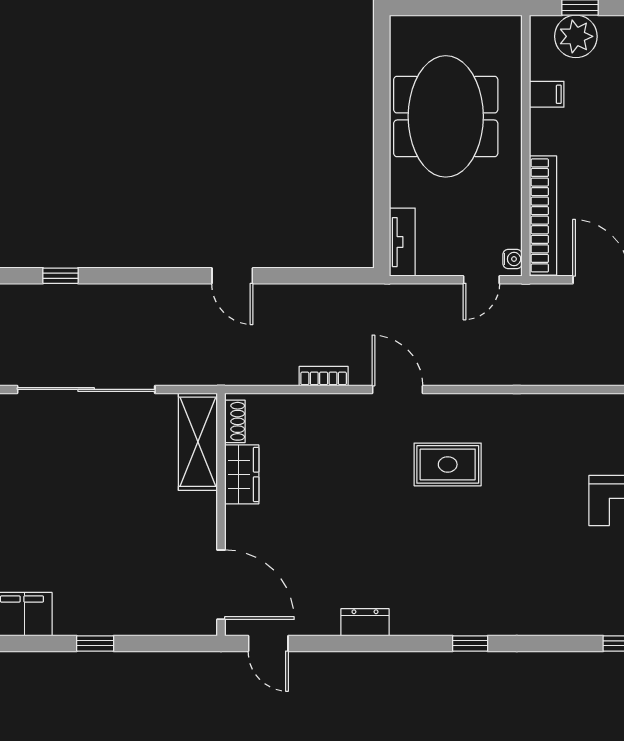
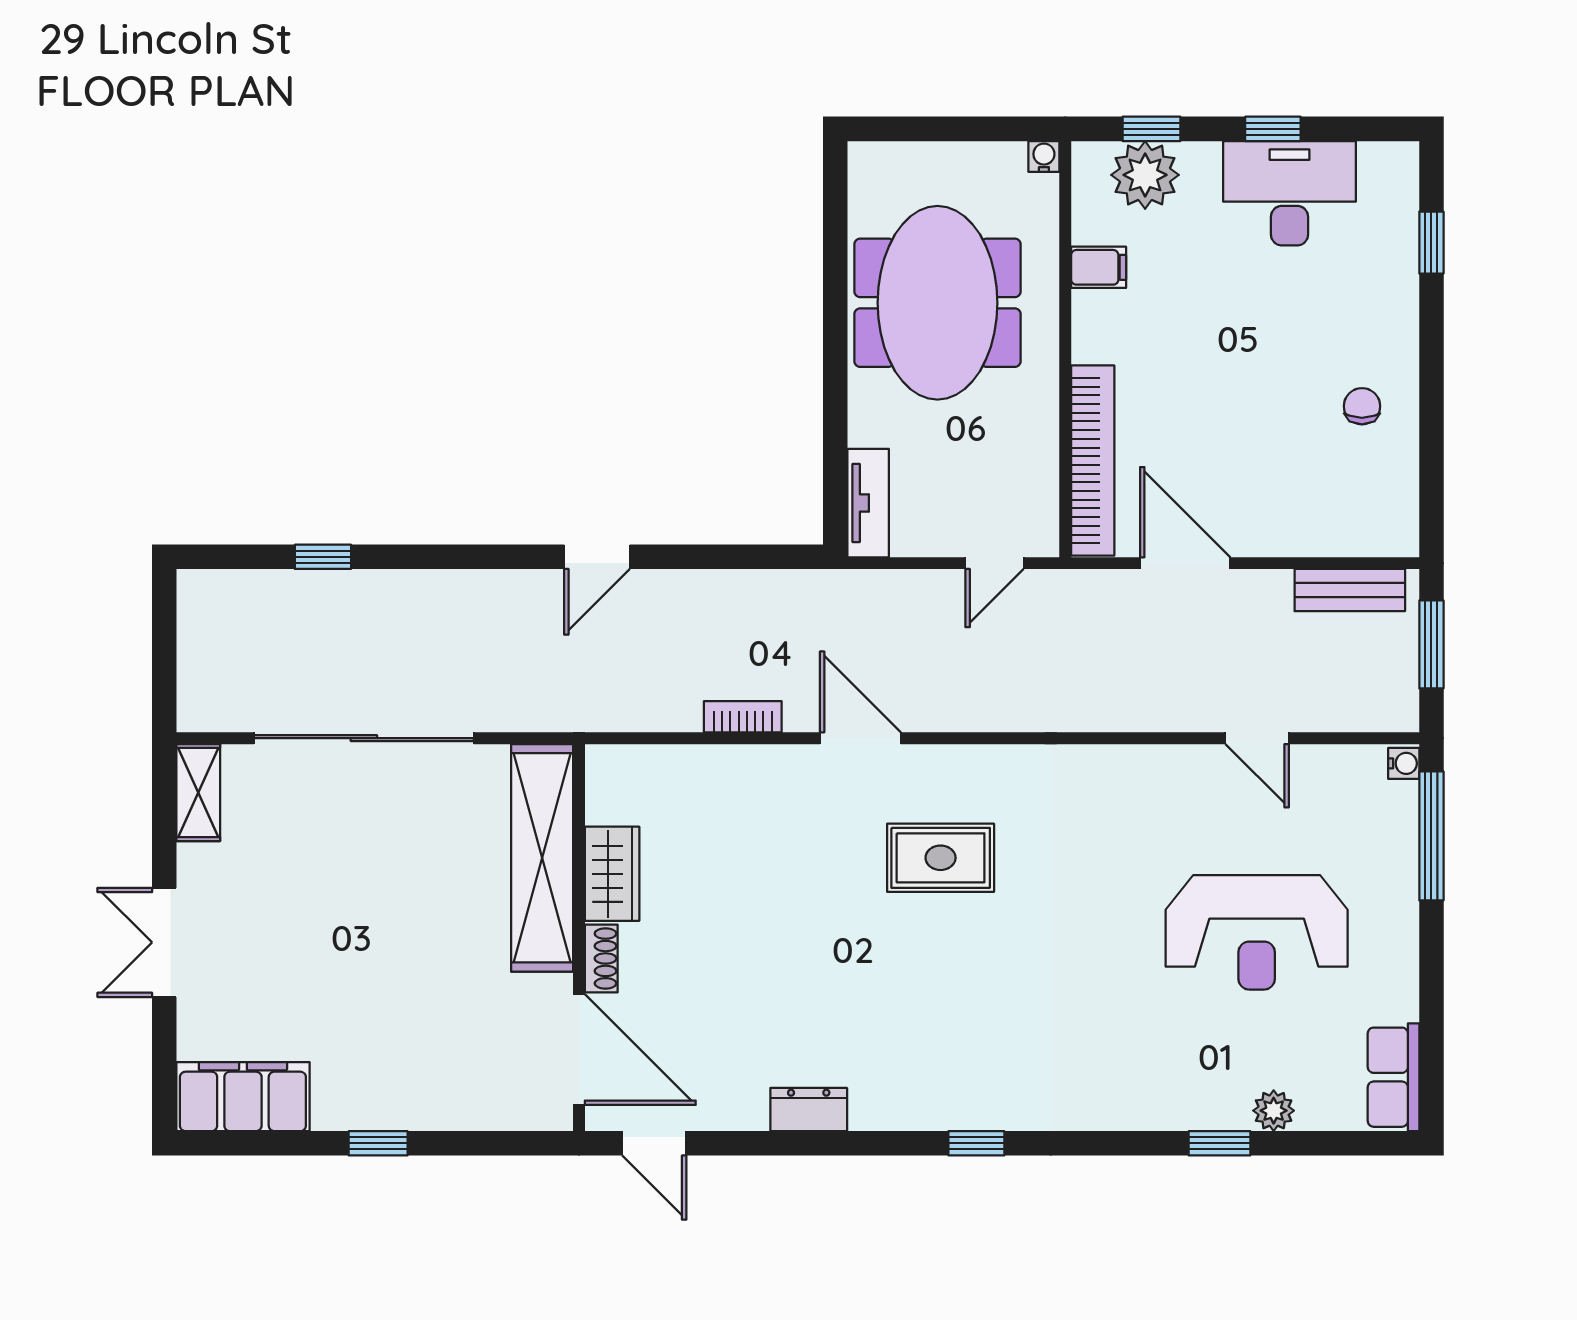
water cooler: (512, 259) -> (1044, 157), moved, turned -90
door: (232, 276) -> (597, 557), hinge flipped
shoe rack: (235, 421) -> (601, 958), moved
shelving: (198, 442) -> (542, 858), width x1.47

